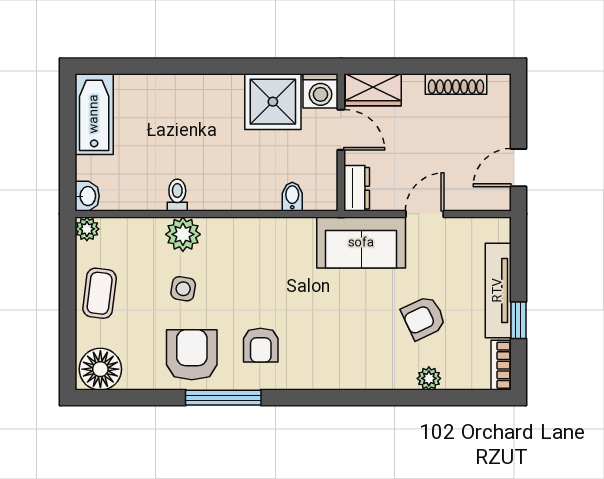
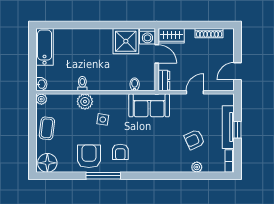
sofa: (361, 243) -> (149, 105), moved
side table: (183, 289) -> (103, 119), moved
window: (518, 320) -> (237, 130), moved

